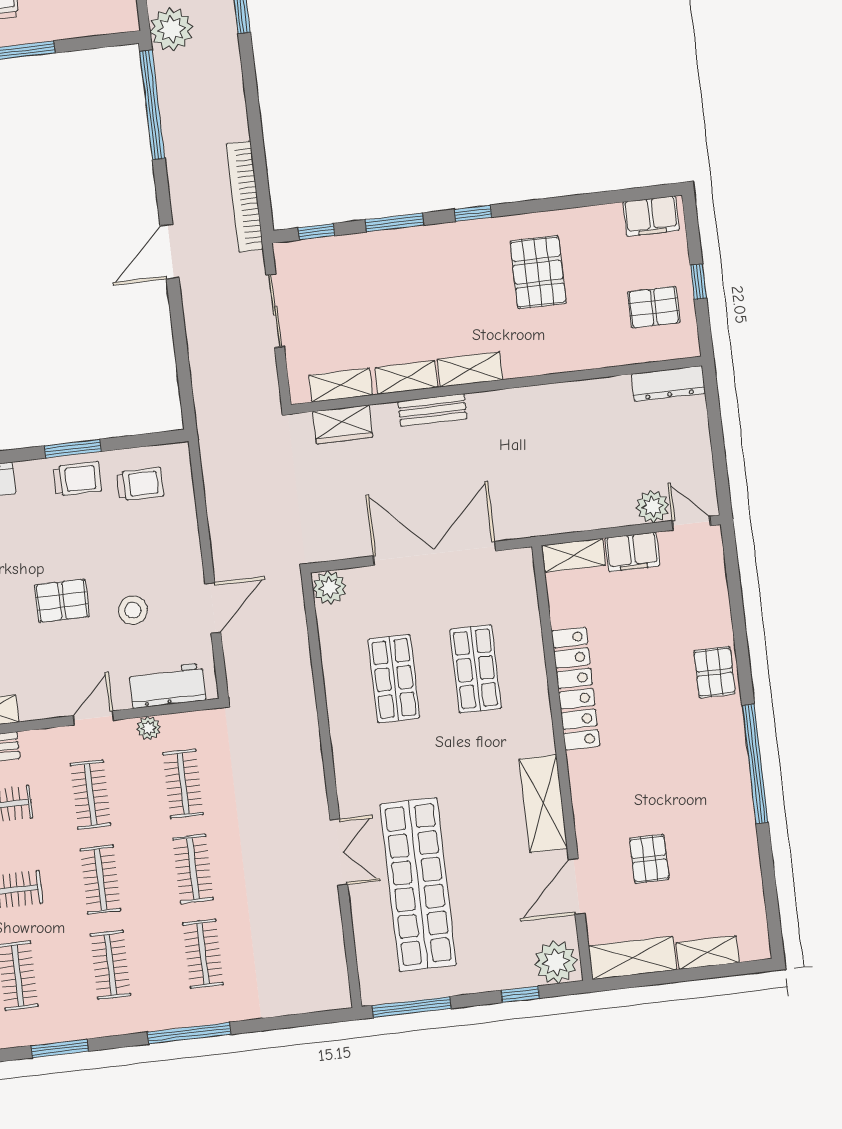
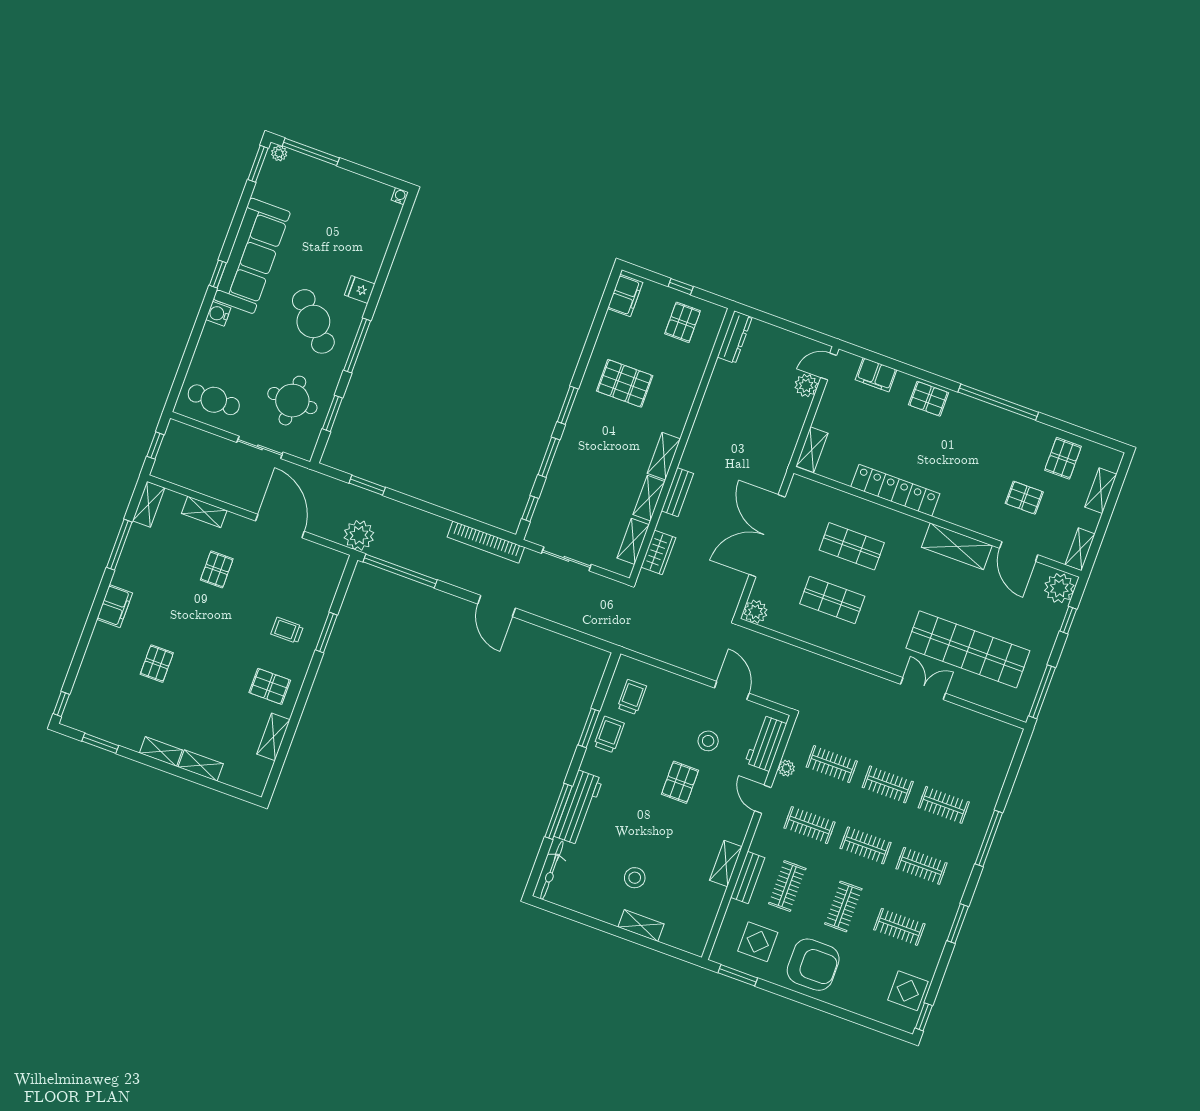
window: (473, 213) -> (568, 405), width x1.50
filing cabinet: (632, 552) -> (876, 375), moved, turned 90
pallet: (725, 883) -> (1063, 458), added
shelving: (633, 958) -> (1080, 549), width x0.67, depth x0.75

